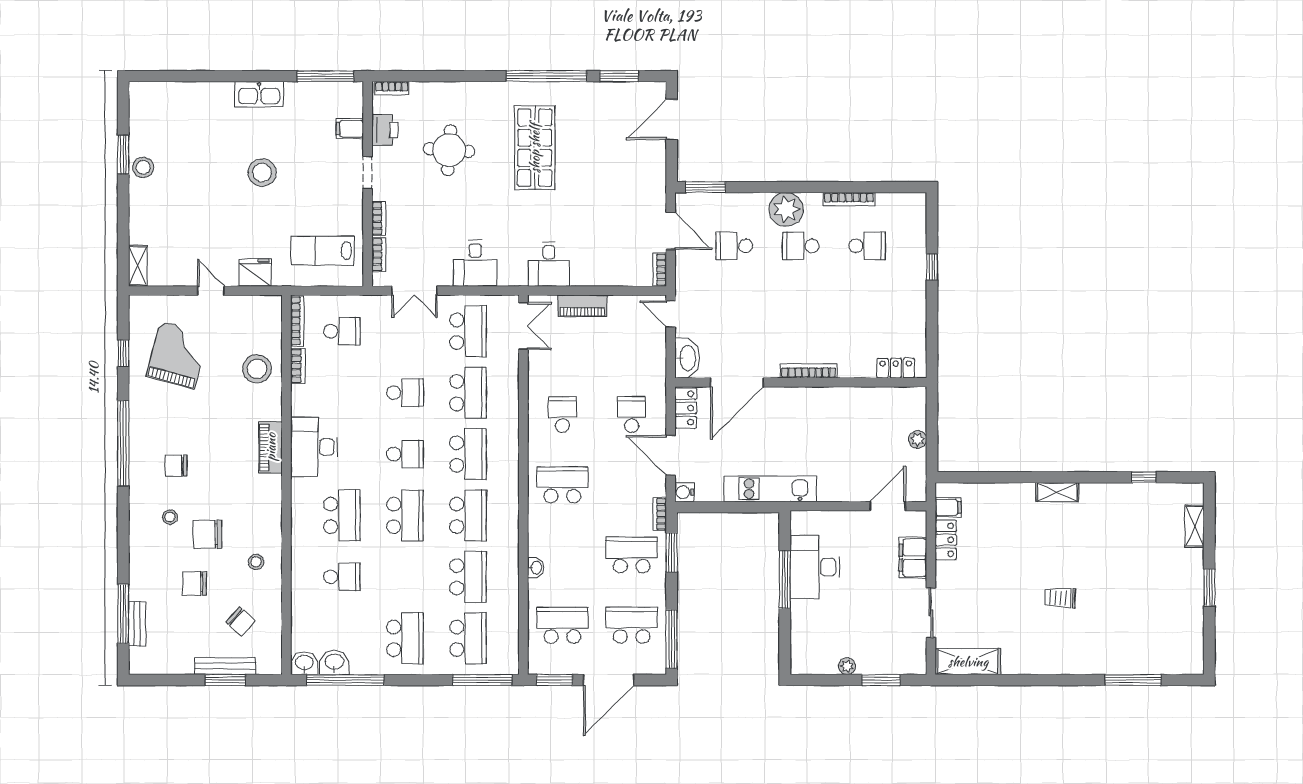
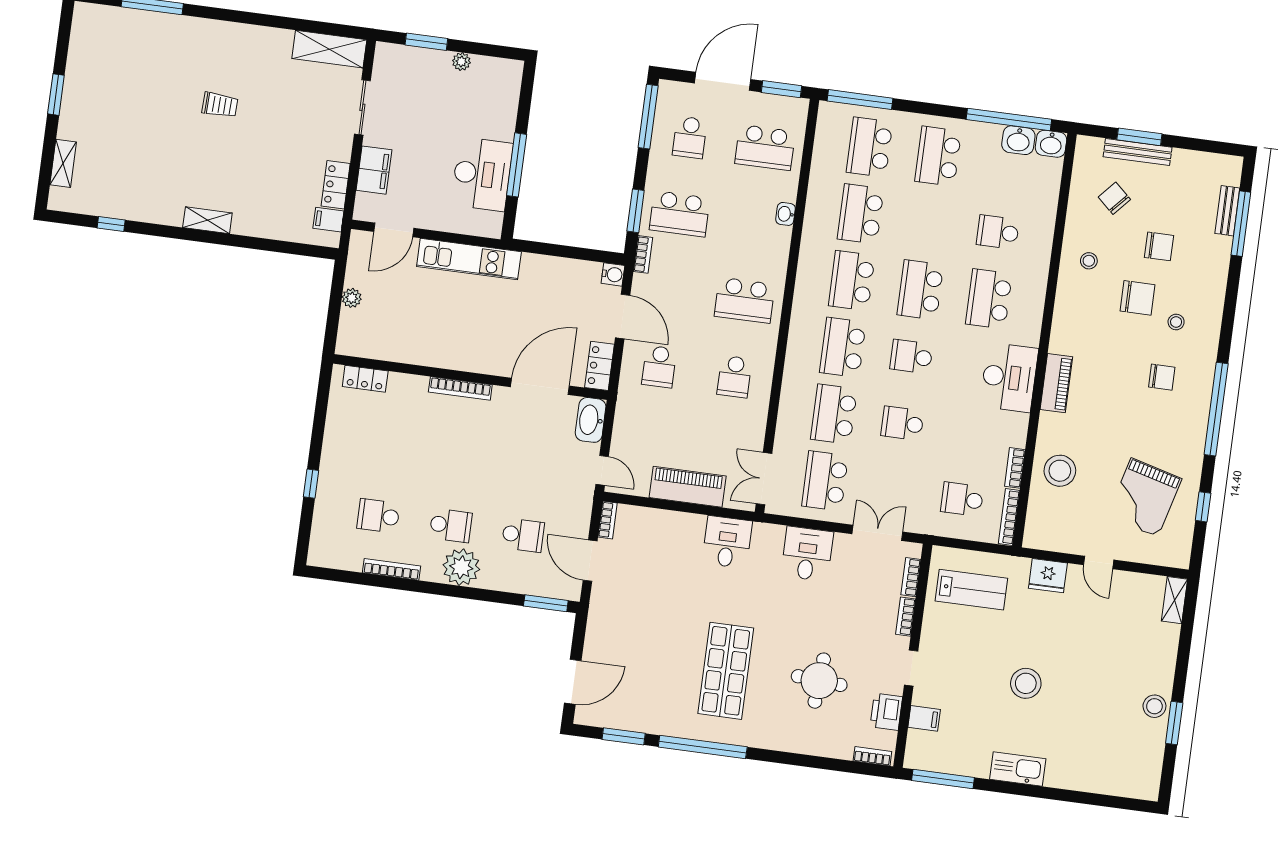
piano: (582, 306) -> (688, 487), width x1.37, depth x1.33
kitchen unit: (770, 489) -> (469, 259), moved
school desk: (632, 625) -> (690, 137), width x0.54

